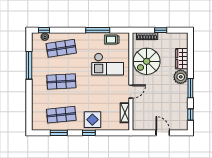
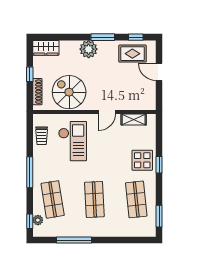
window: (98, 30) -> (30, 172), moved
wardrobe: (182, 59) -> (46, 48), moved
spiral stairs: (147, 61) -> (69, 92), turned 180
door: (131, 92) -> (107, 112), swing flipped
rug: (177, 112) -> (132, 54), added
window: (59, 133) -> (159, 216), moved
door: (163, 133) -> (159, 72), hinge flipped

